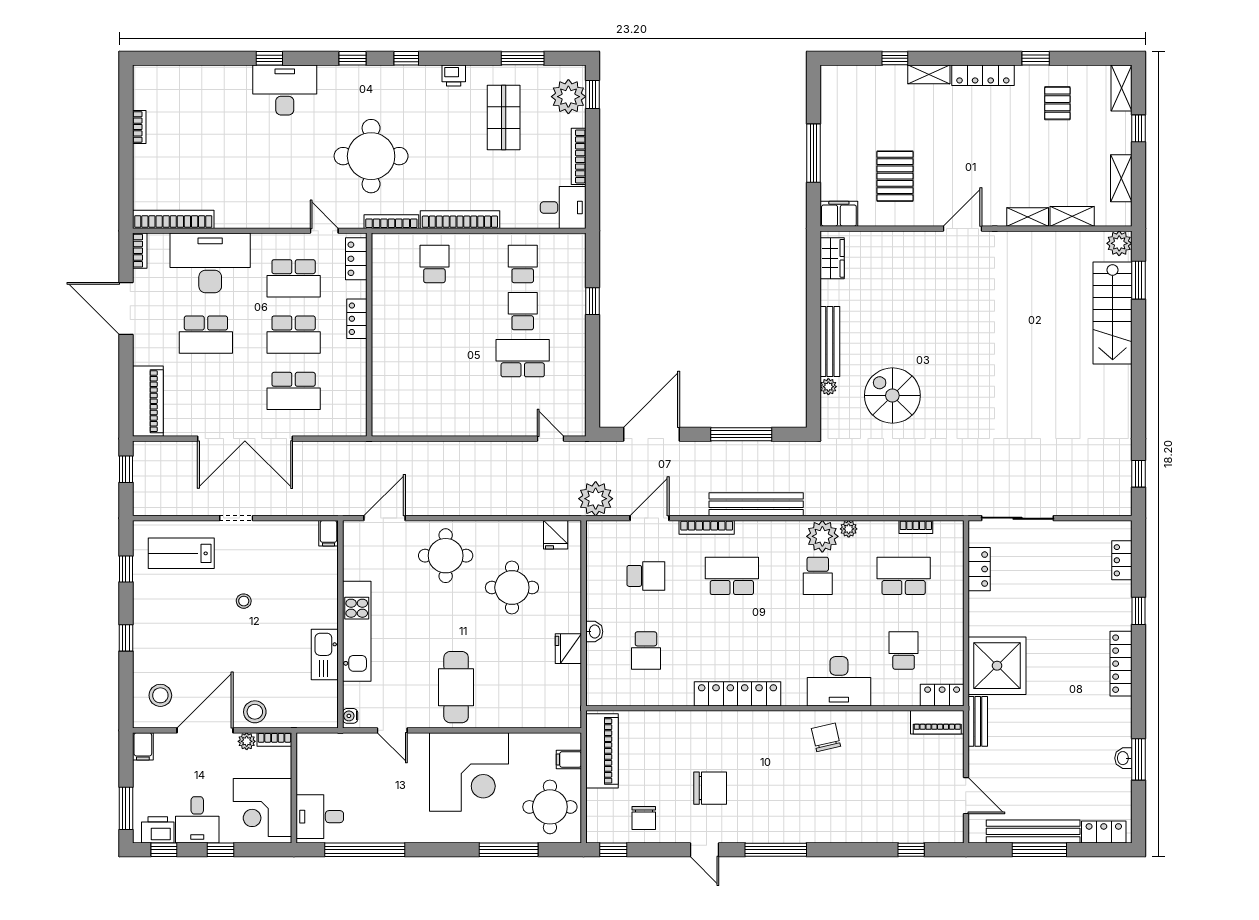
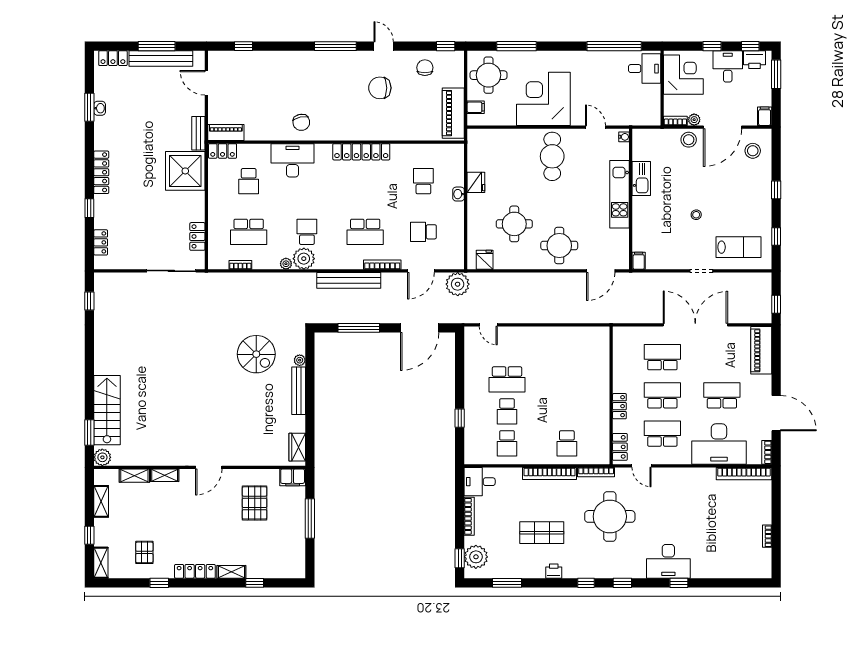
shop shelf: (504, 117) -> (542, 533), moved, turned 90

